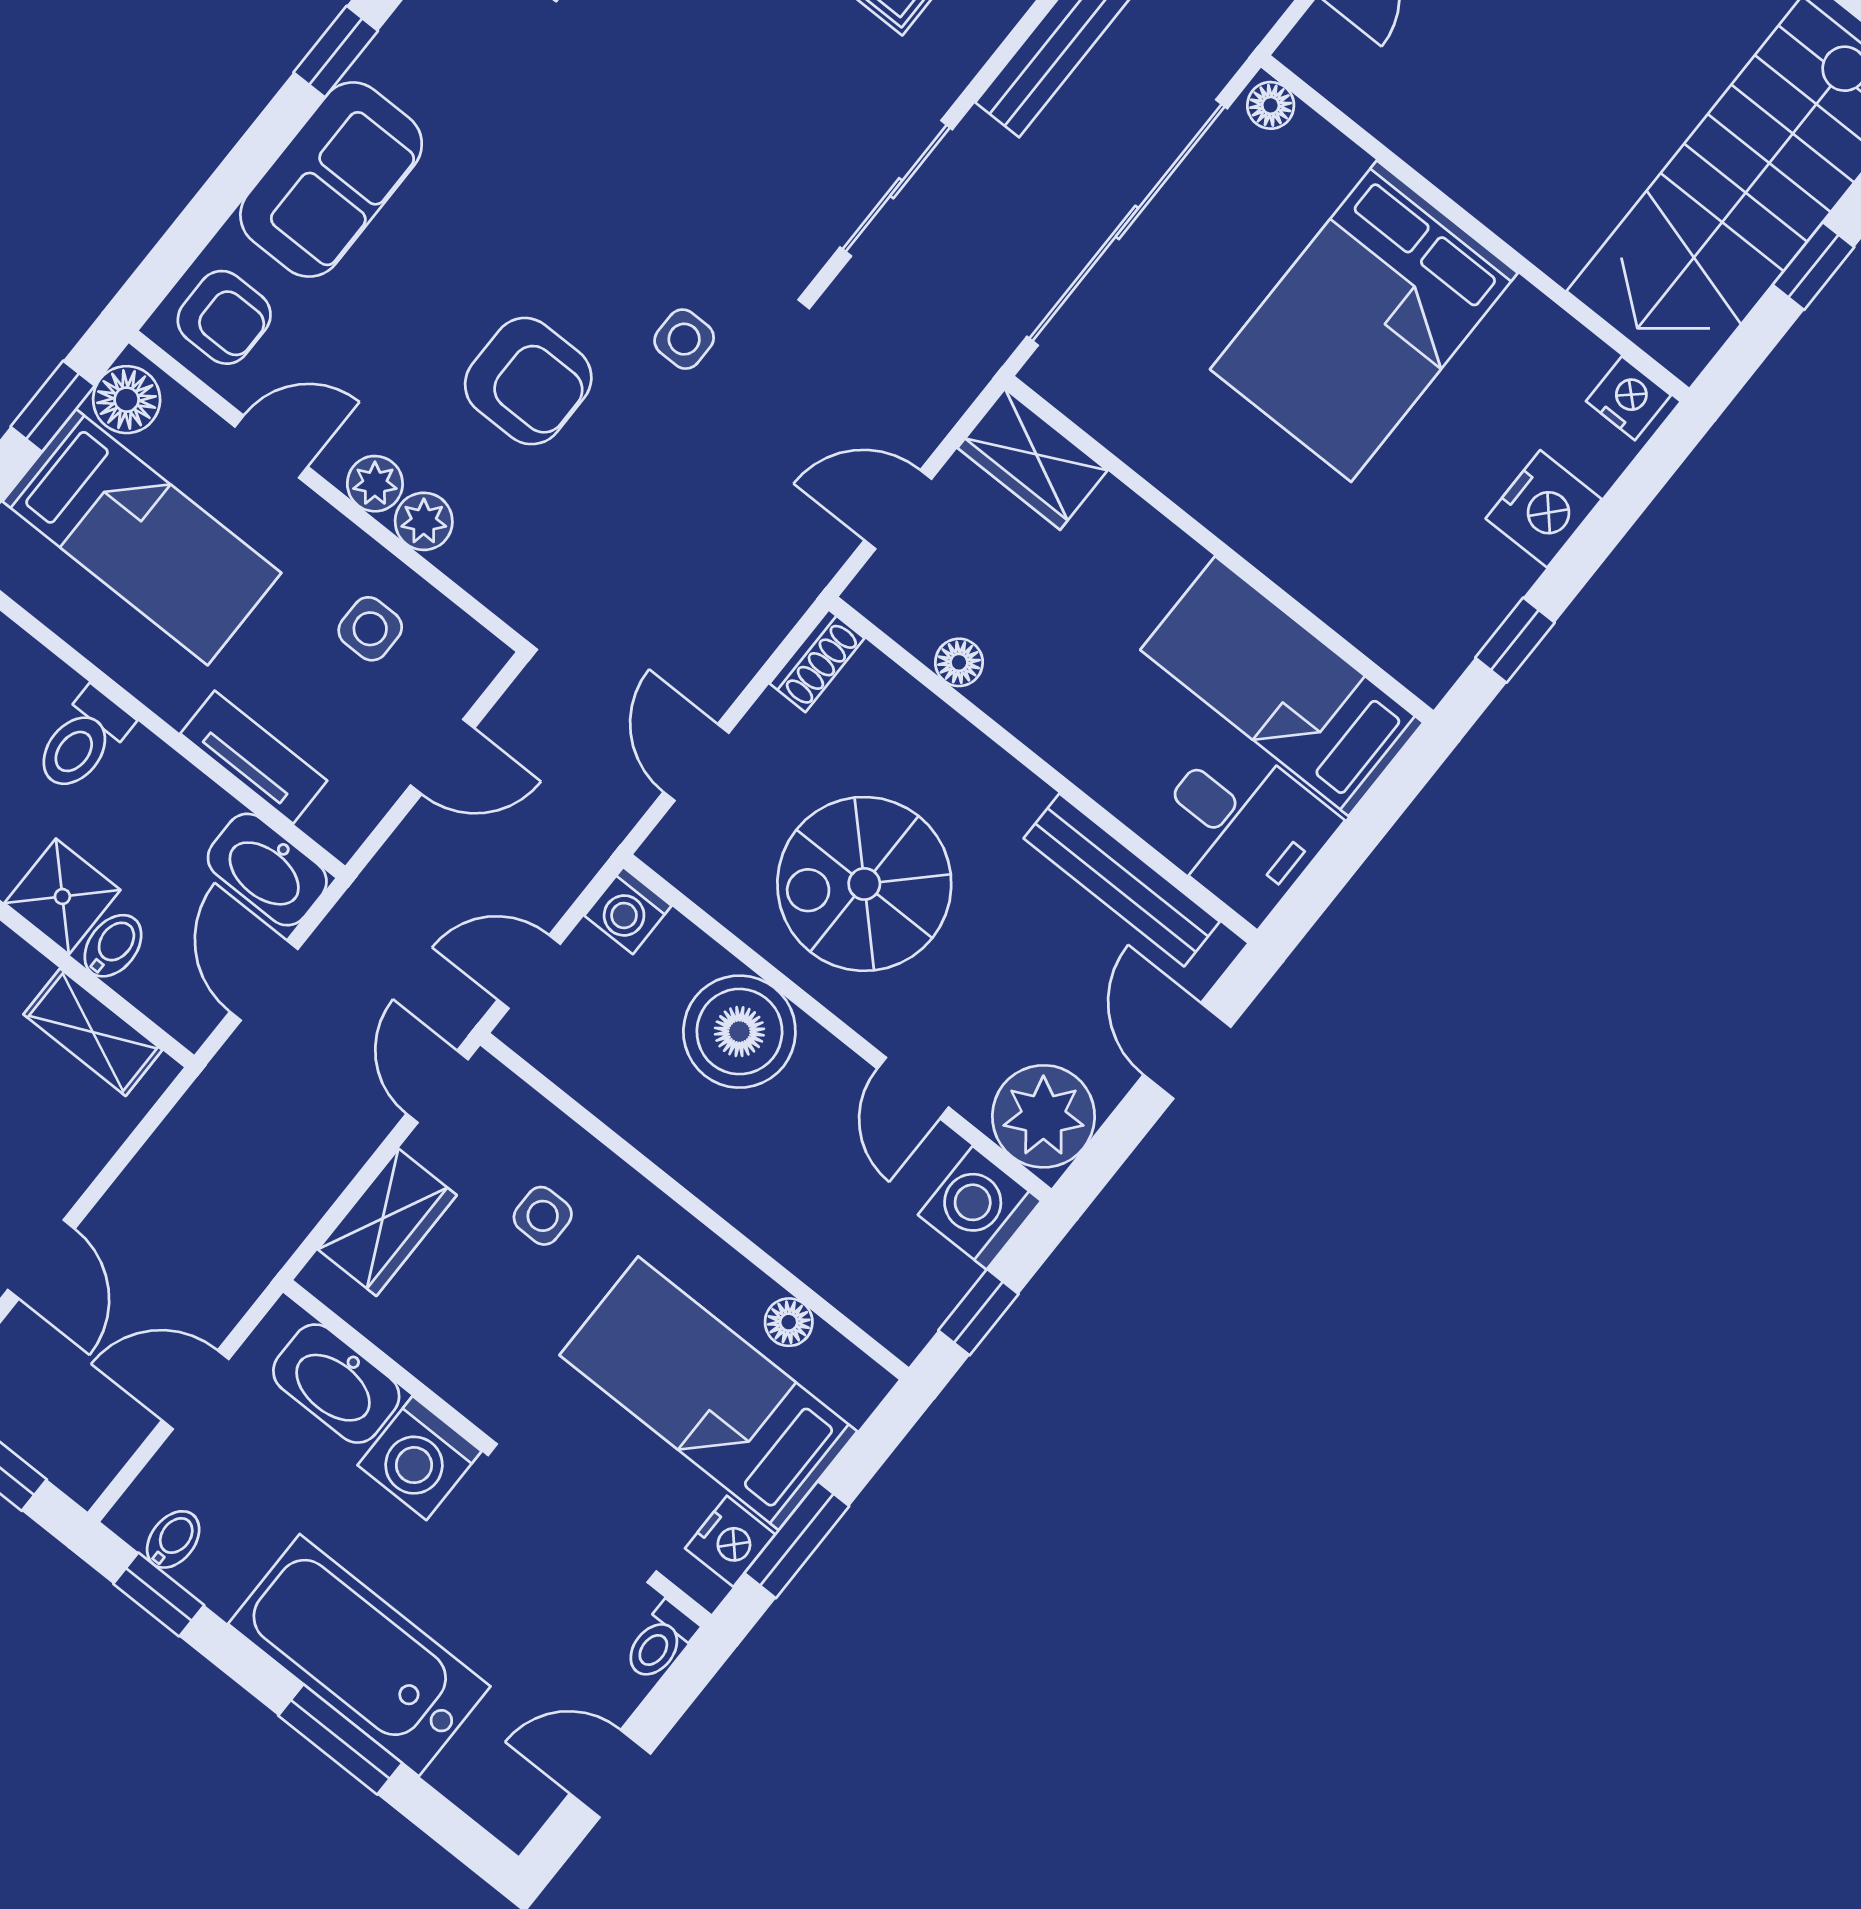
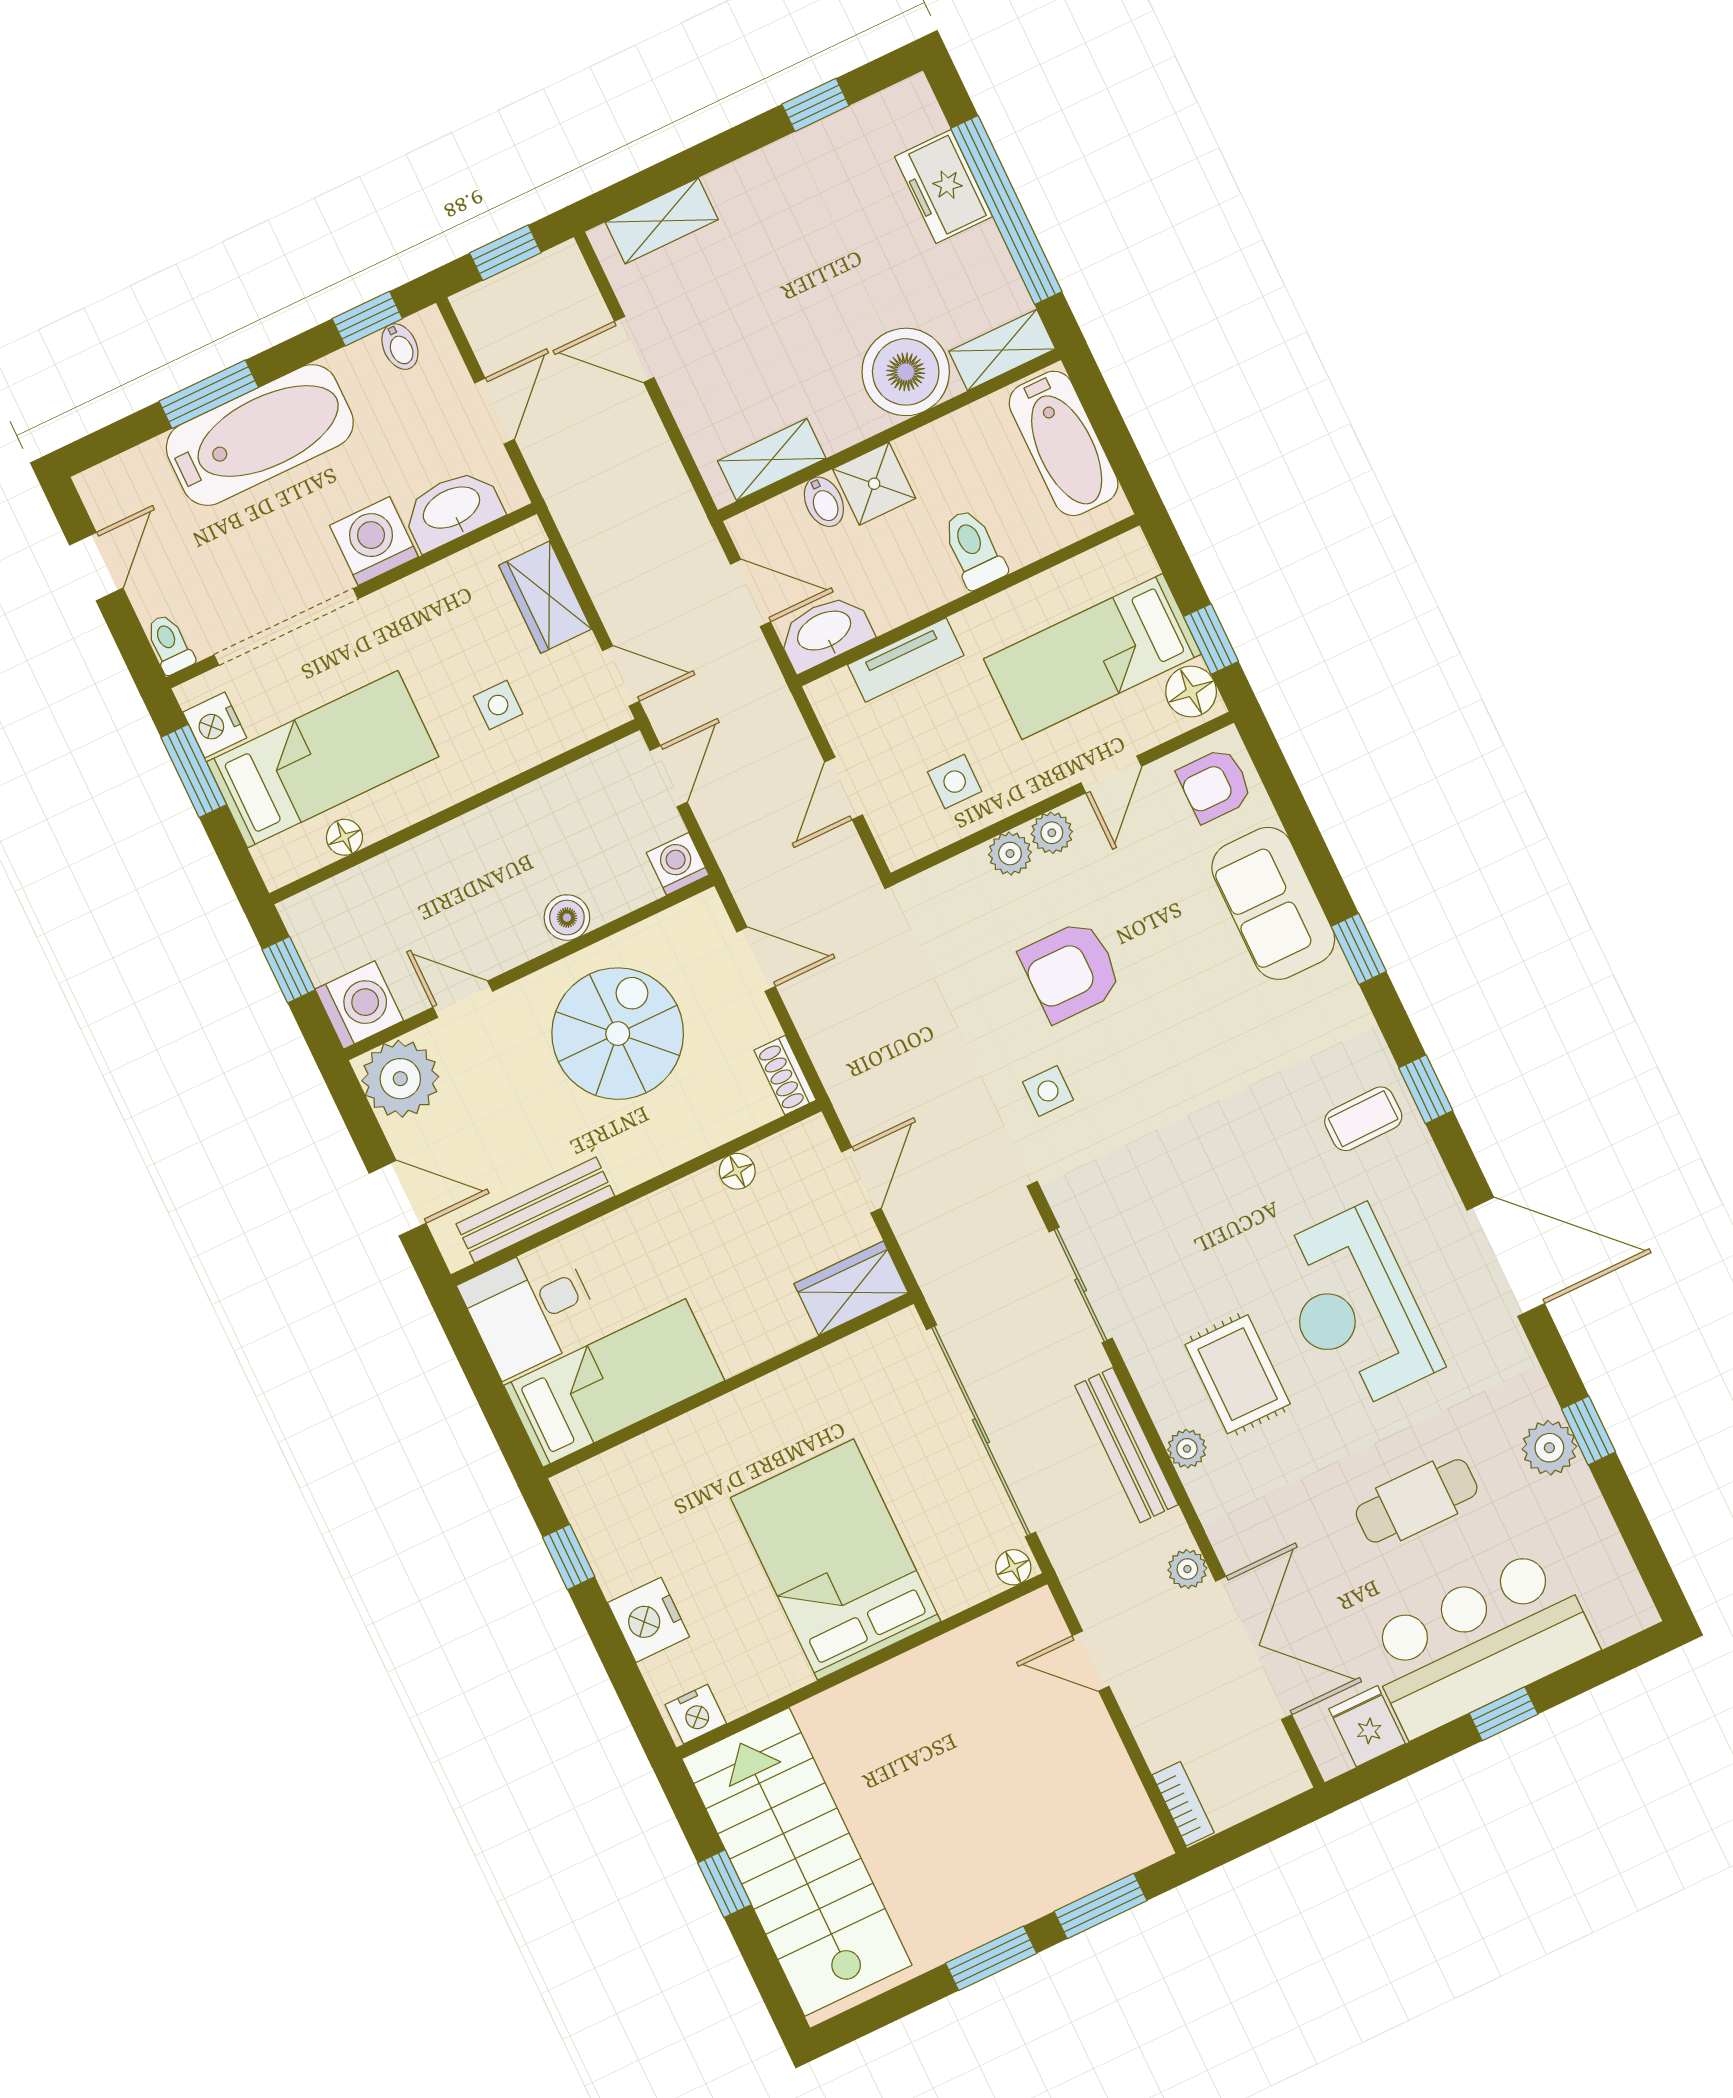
boiler: (739, 1032) -> (567, 918), width x0.54, depth x0.54

